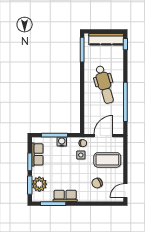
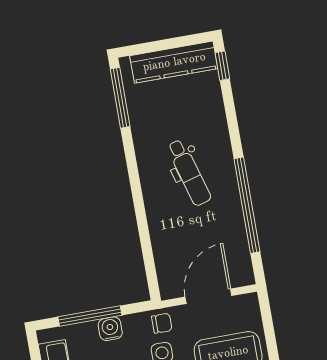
dental chair: (104, 85) -> (189, 173), width x0.73, depth x0.72

